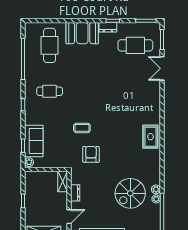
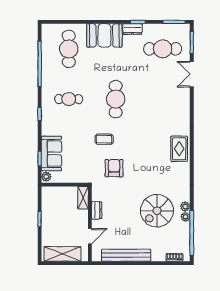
cafe table: (92, 91) -> (116, 99), added

